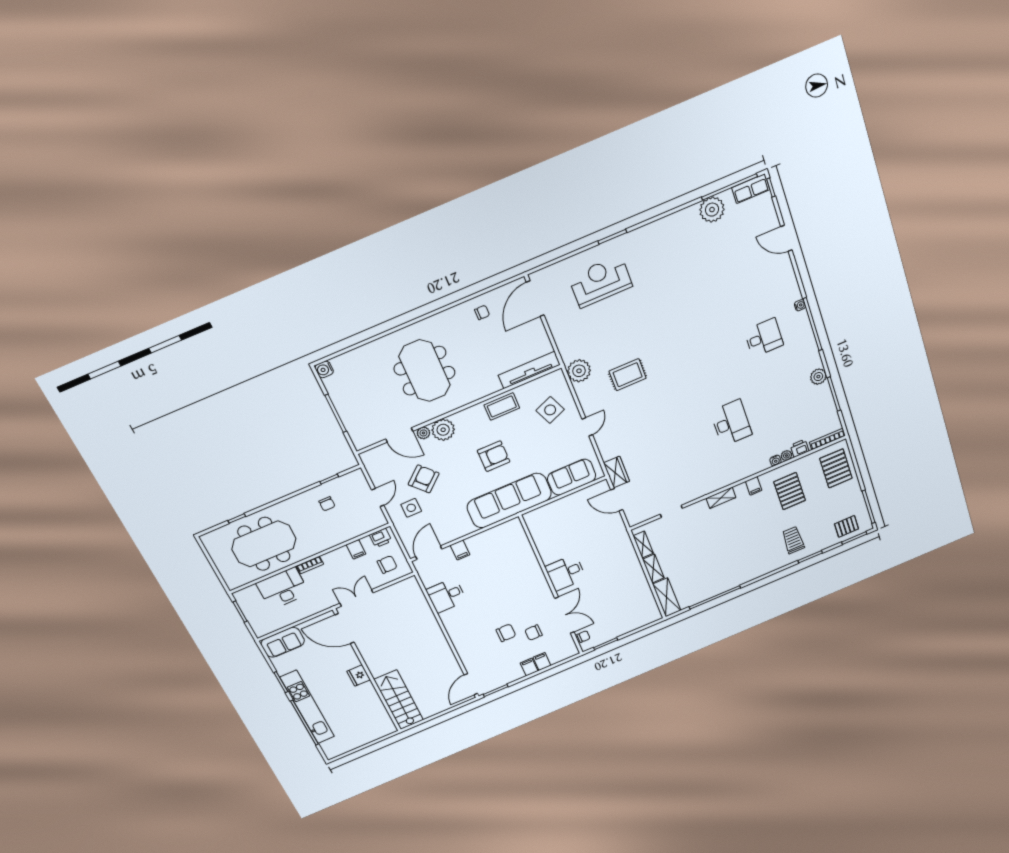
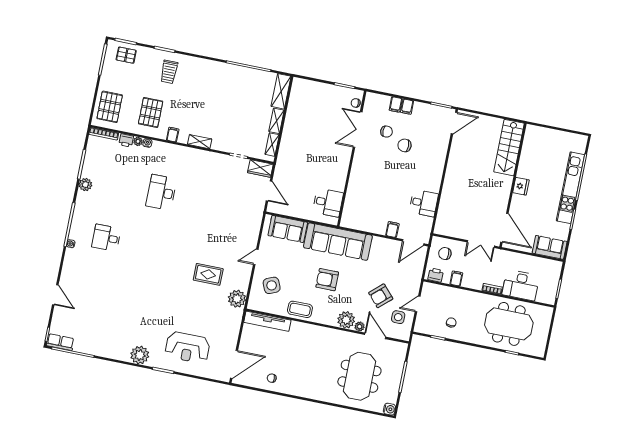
plant: (712, 210) -> (140, 355), moved
meeting table: (425, 371) -> (359, 376), moved
wardrobe: (617, 472) -> (260, 168), moved, turned -90
side table: (411, 508) -> (398, 317), moved
desk: (566, 573) -> (328, 203), moved

